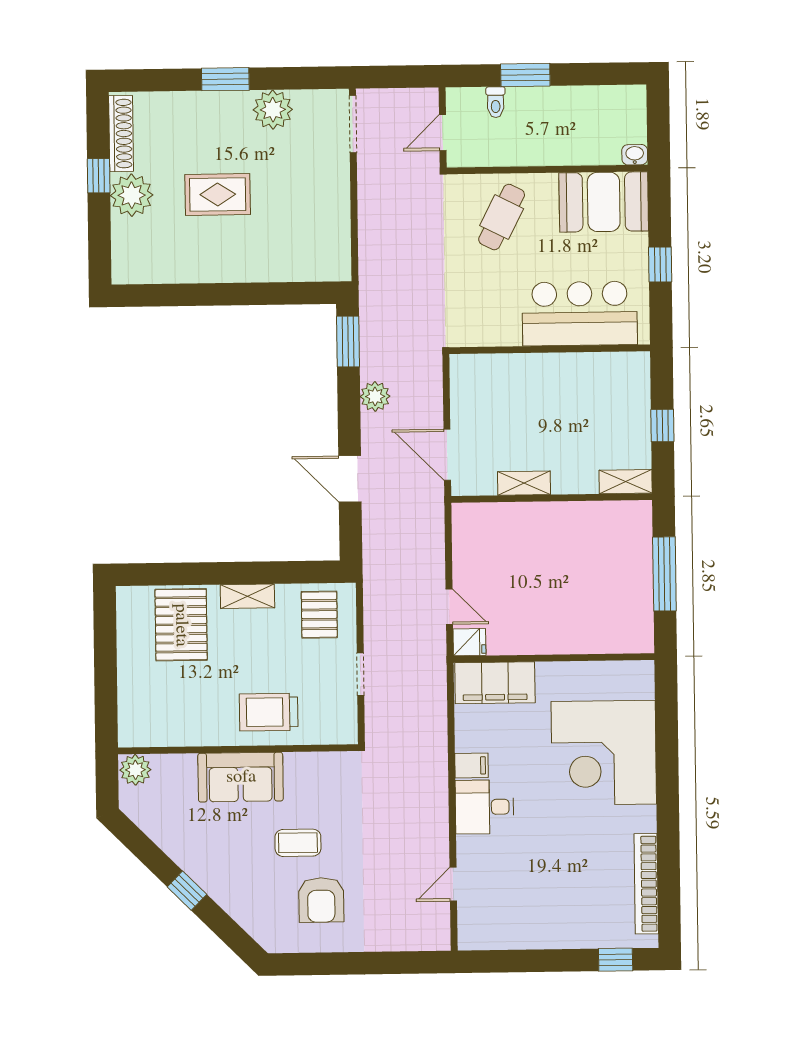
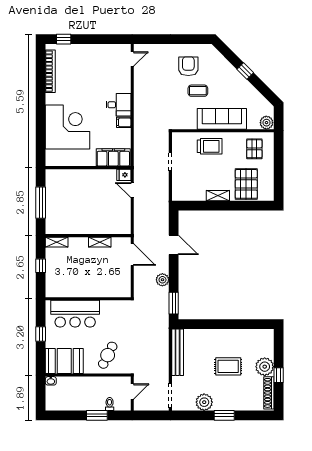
bench: (337, 226) -> (178, 352), added
pallet: (319, 615) -> (254, 149), moved
sofa: (241, 777) -> (222, 119), width x1.36
door: (453, 884) -> (132, 59), moved

